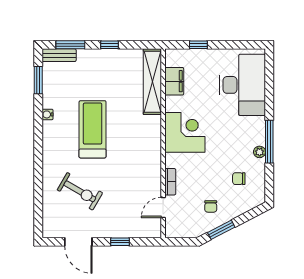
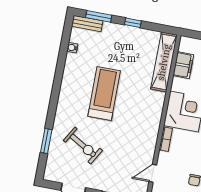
window: (38, 80) -> (46, 141), moved
water cooler: (48, 114) -> (72, 48), moved
bookcase: (170, 182) -> (166, 139), moved

